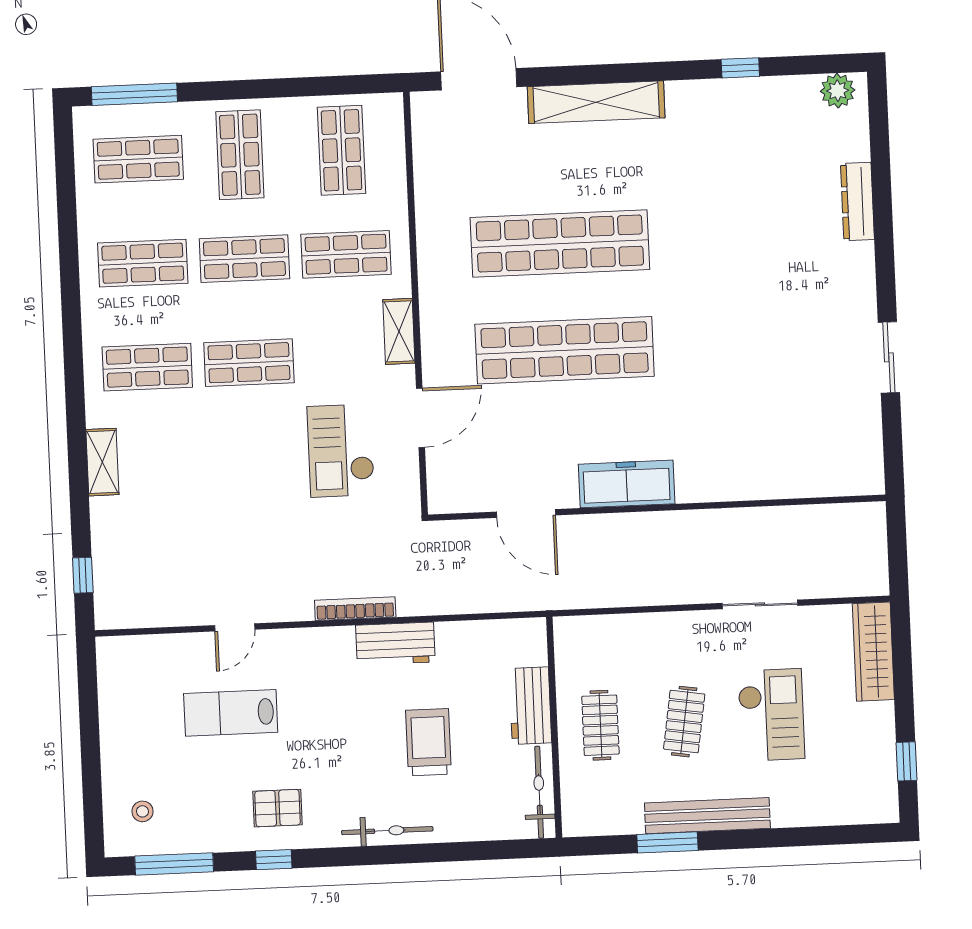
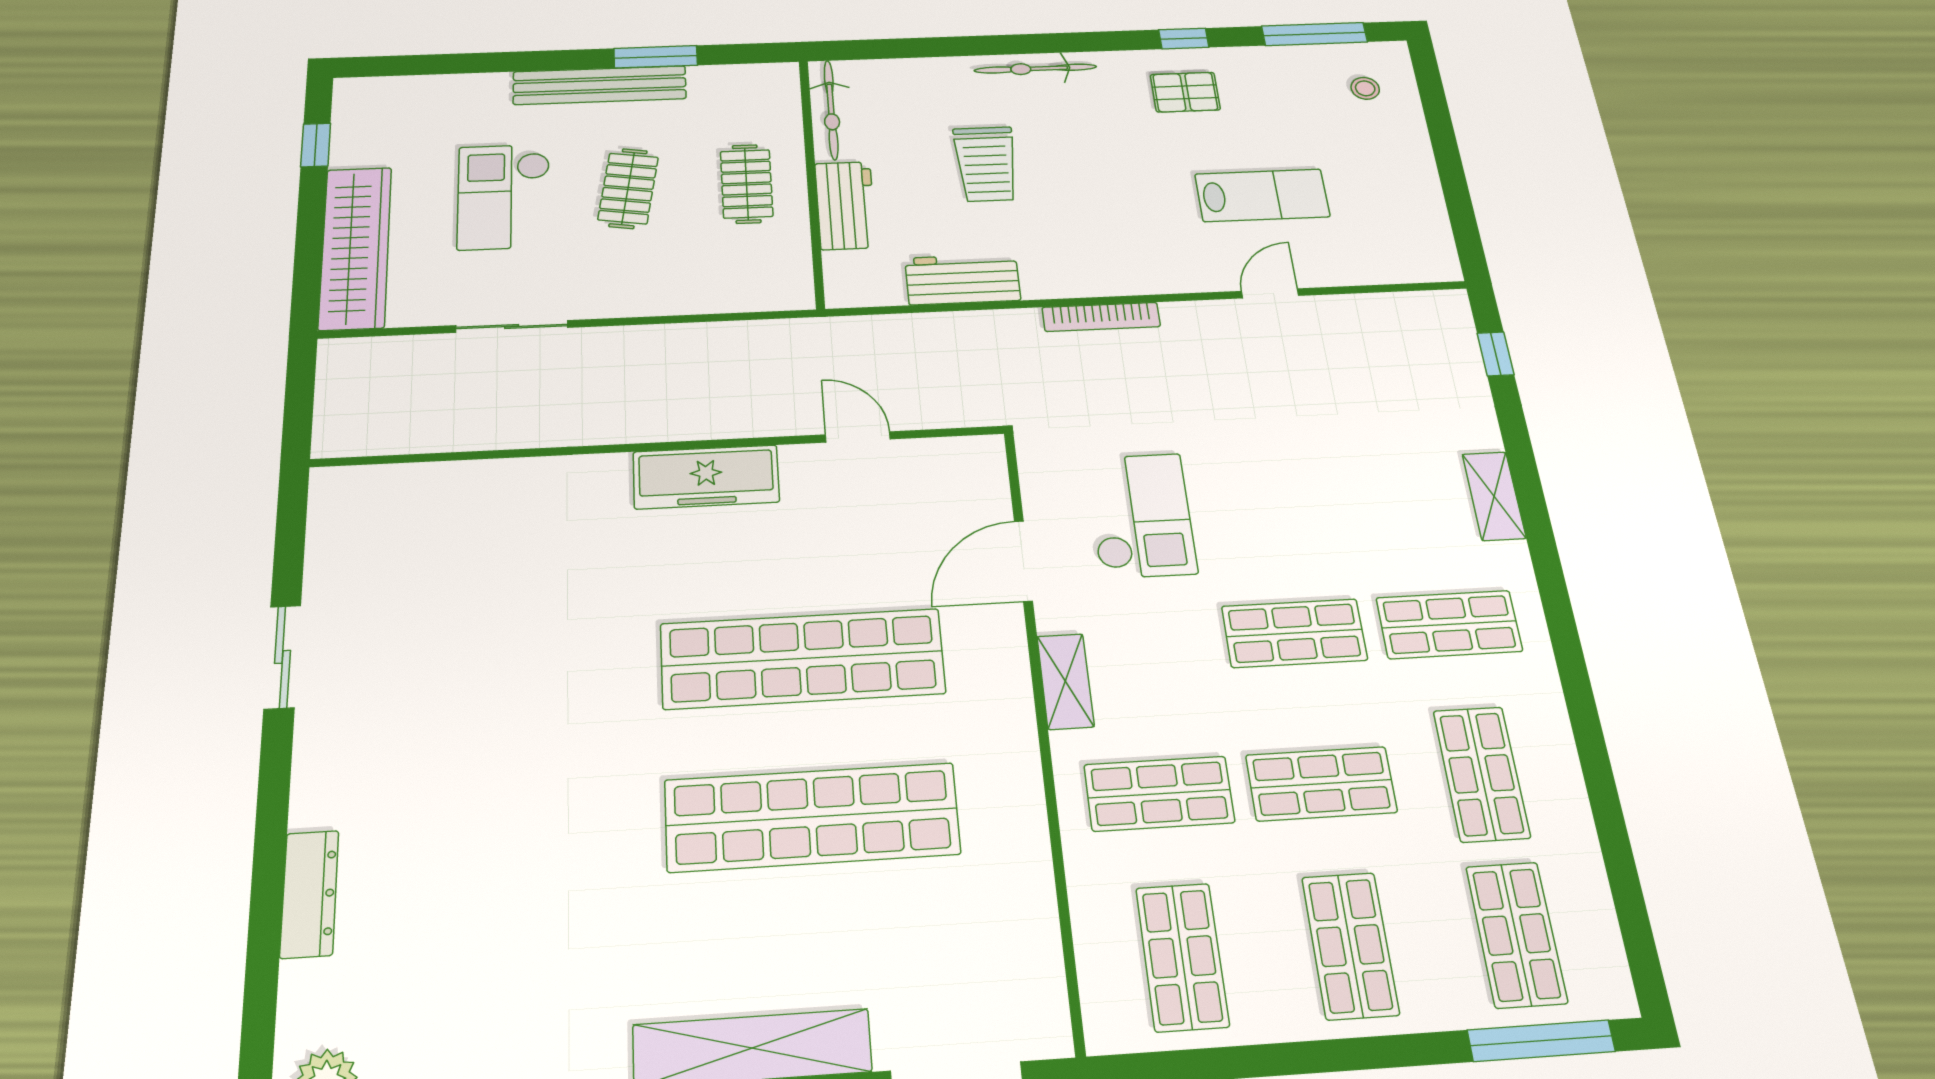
shop shelf: (138, 159) -> (1516, 934), turned 90
shop shelf: (143, 263) -> (1482, 774), turned 90
door: (526, 513) -> (858, 437), width x0.73
workbench: (395, 644) -> (963, 279), moved
wardrobe: (873, 652) -> (355, 248), width x1.40, depth x1.17

